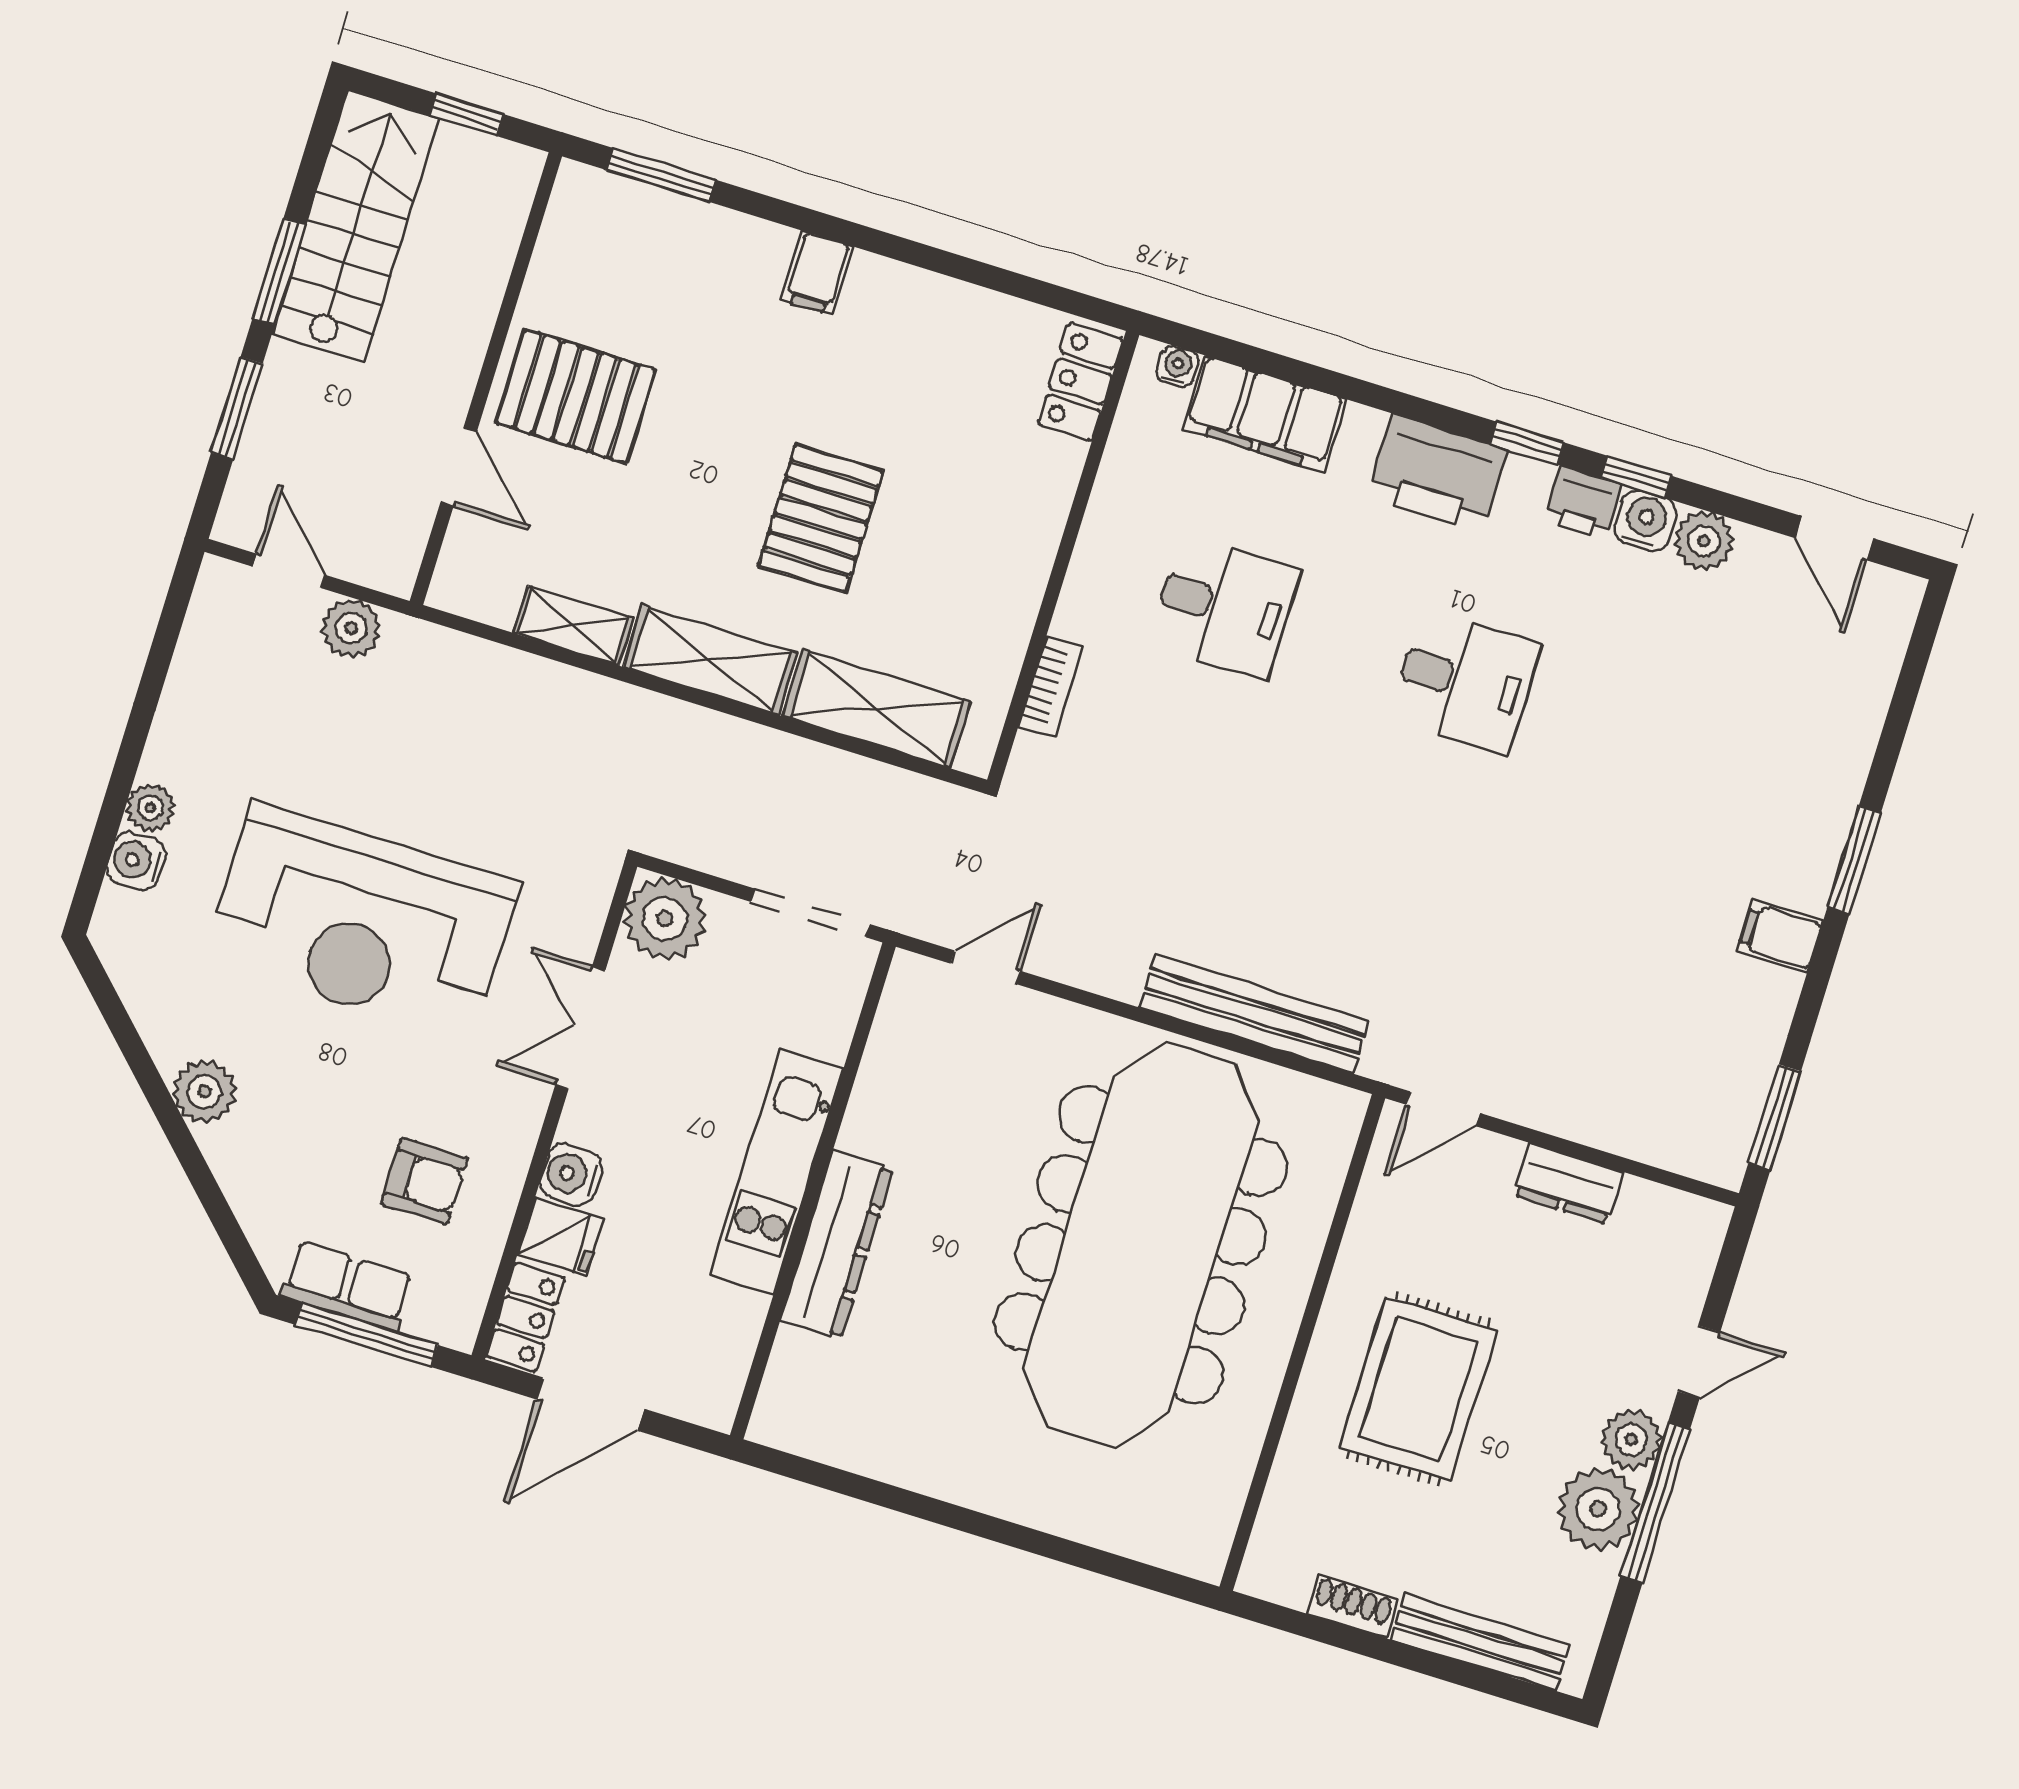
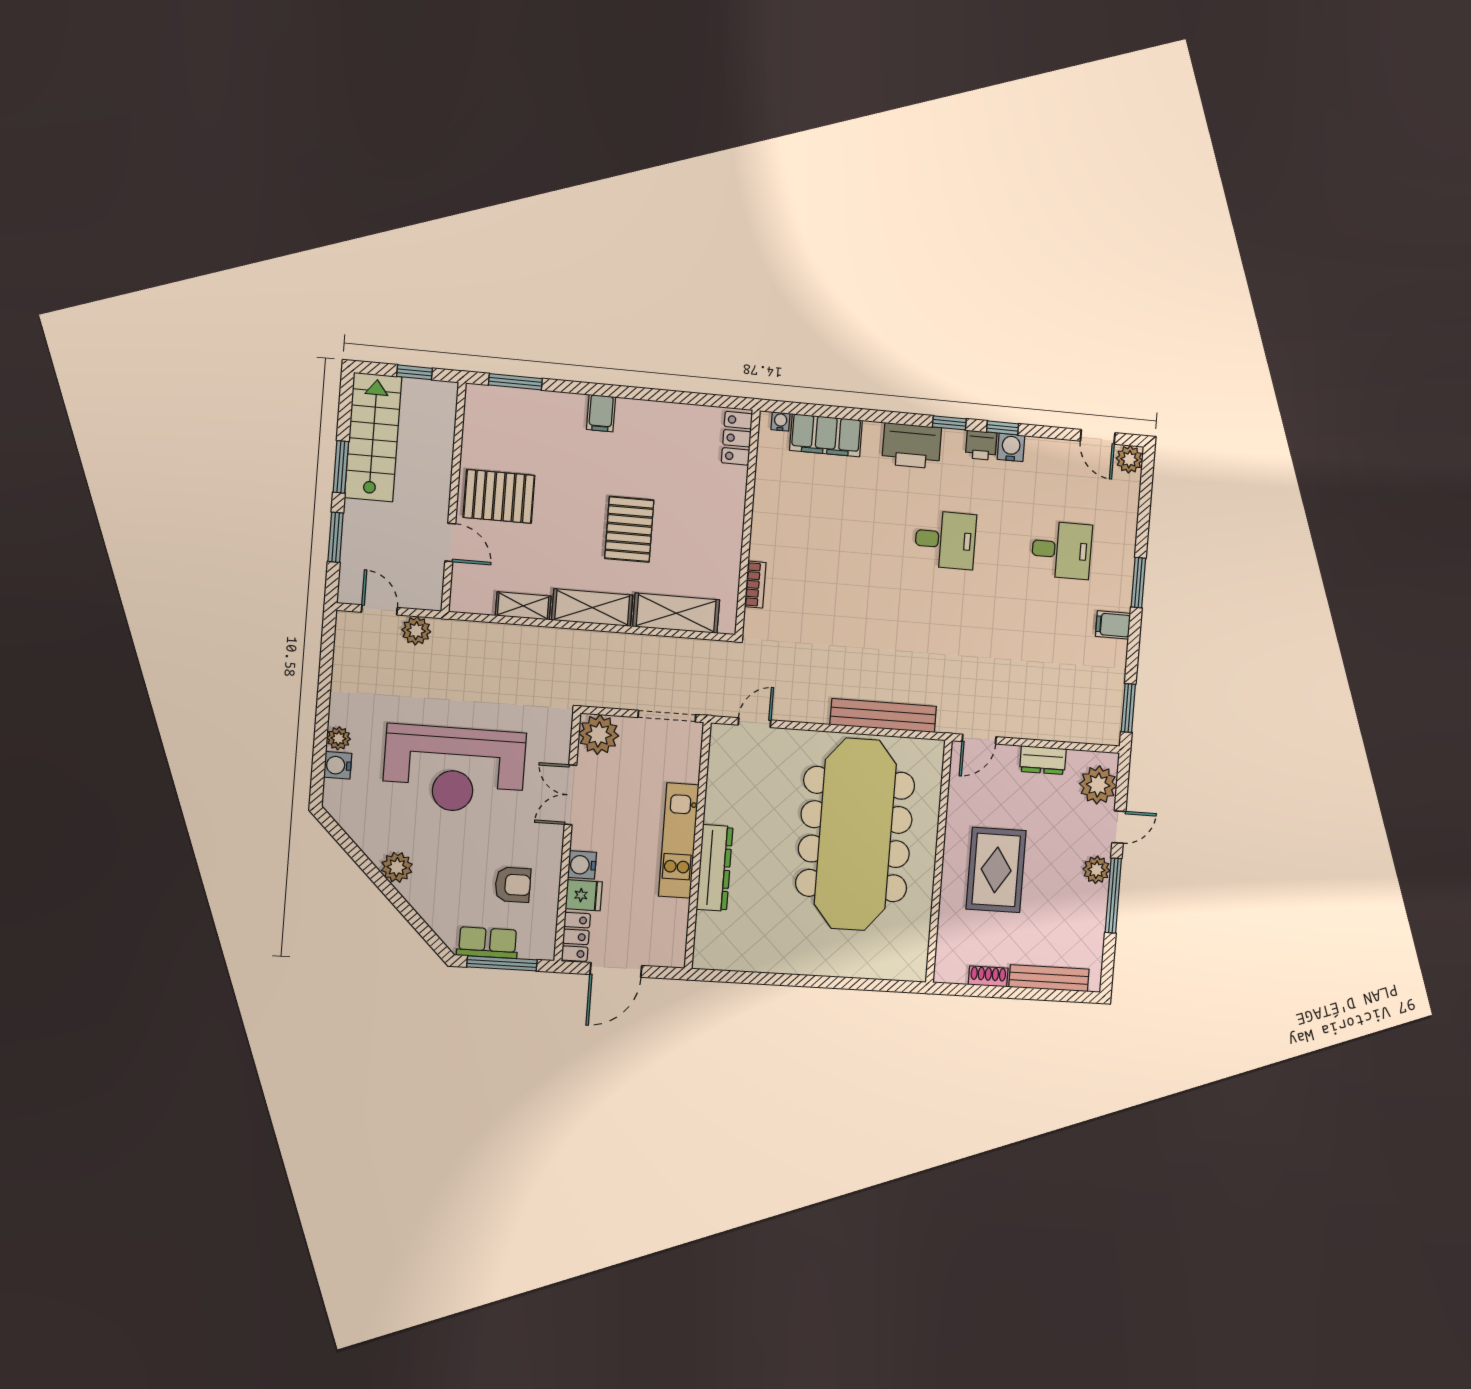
plant: (1704, 541) -> (1129, 459), moved
desk: (1224, 607) -> (1062, 550), moved
plant: (1598, 1509) -> (1098, 785), moved

